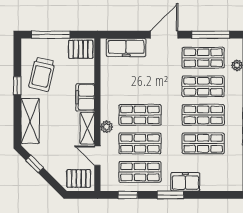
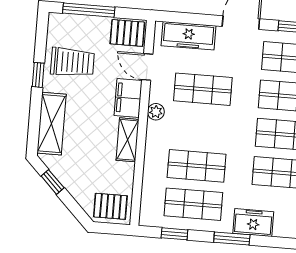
trolley: (42, 74) -> (72, 62), turned -103
shop shelf: (140, 115) -> (203, 89), moved
plant: (107, 127) -> (156, 112), moved
door: (97, 156) -> (147, 67), moved

